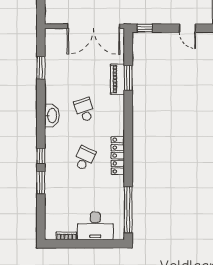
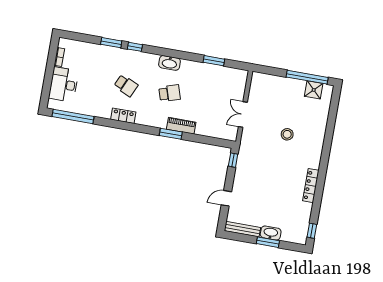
double door: (94, 26) -> (243, 114), width x0.54
window: (128, 78) -> (171, 134), moved
piano: (117, 79) -> (181, 126), moved
locker: (118, 156) -> (123, 116), width x0.66

